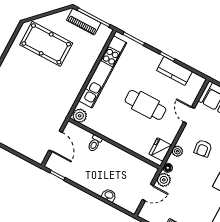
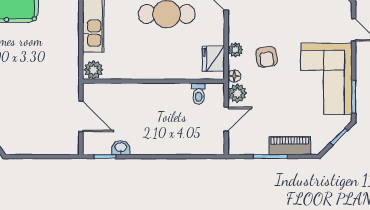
toilet: (95, 143) -> (199, 94), moved
armchair: (203, 148) -> (266, 57), moved
washbasin: (109, 195) -> (121, 148), moved

